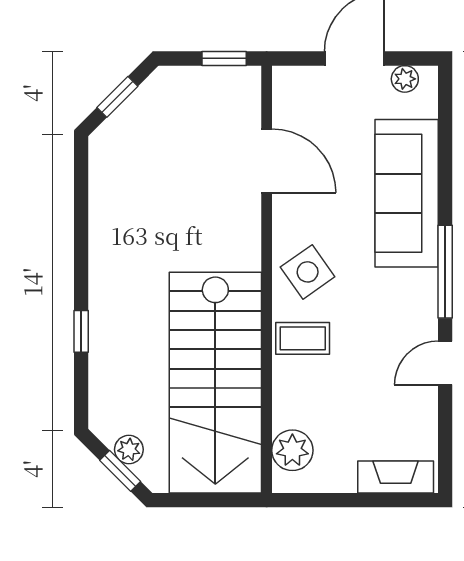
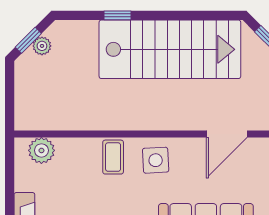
side table: (308, 272) -> (156, 160), turned 32
stairs: (215, 383) -> (170, 49), moved, turned 180

